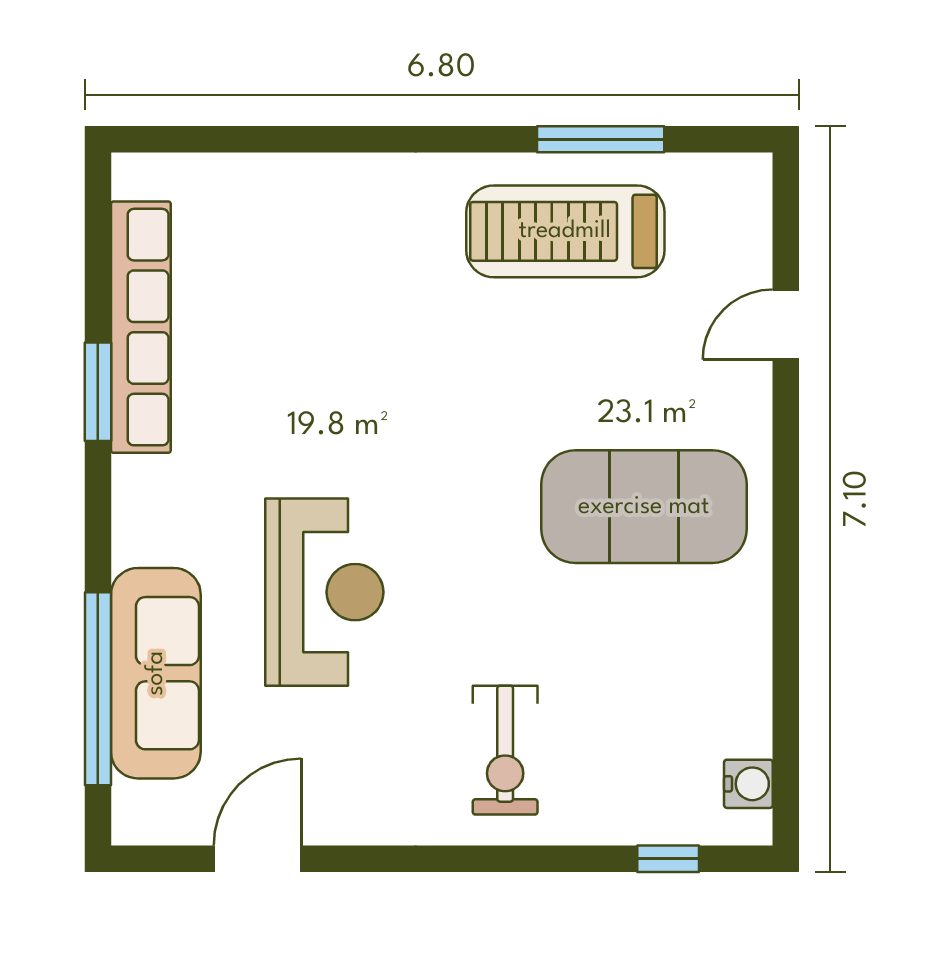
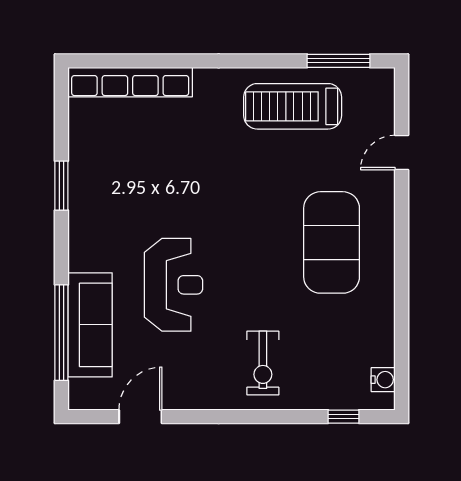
window: (601, 139) -> (338, 61), moved
row of seats: (141, 327) -> (130, 82), moved, turned 90
exercise mat: (644, 507) -> (332, 242), turned 90

